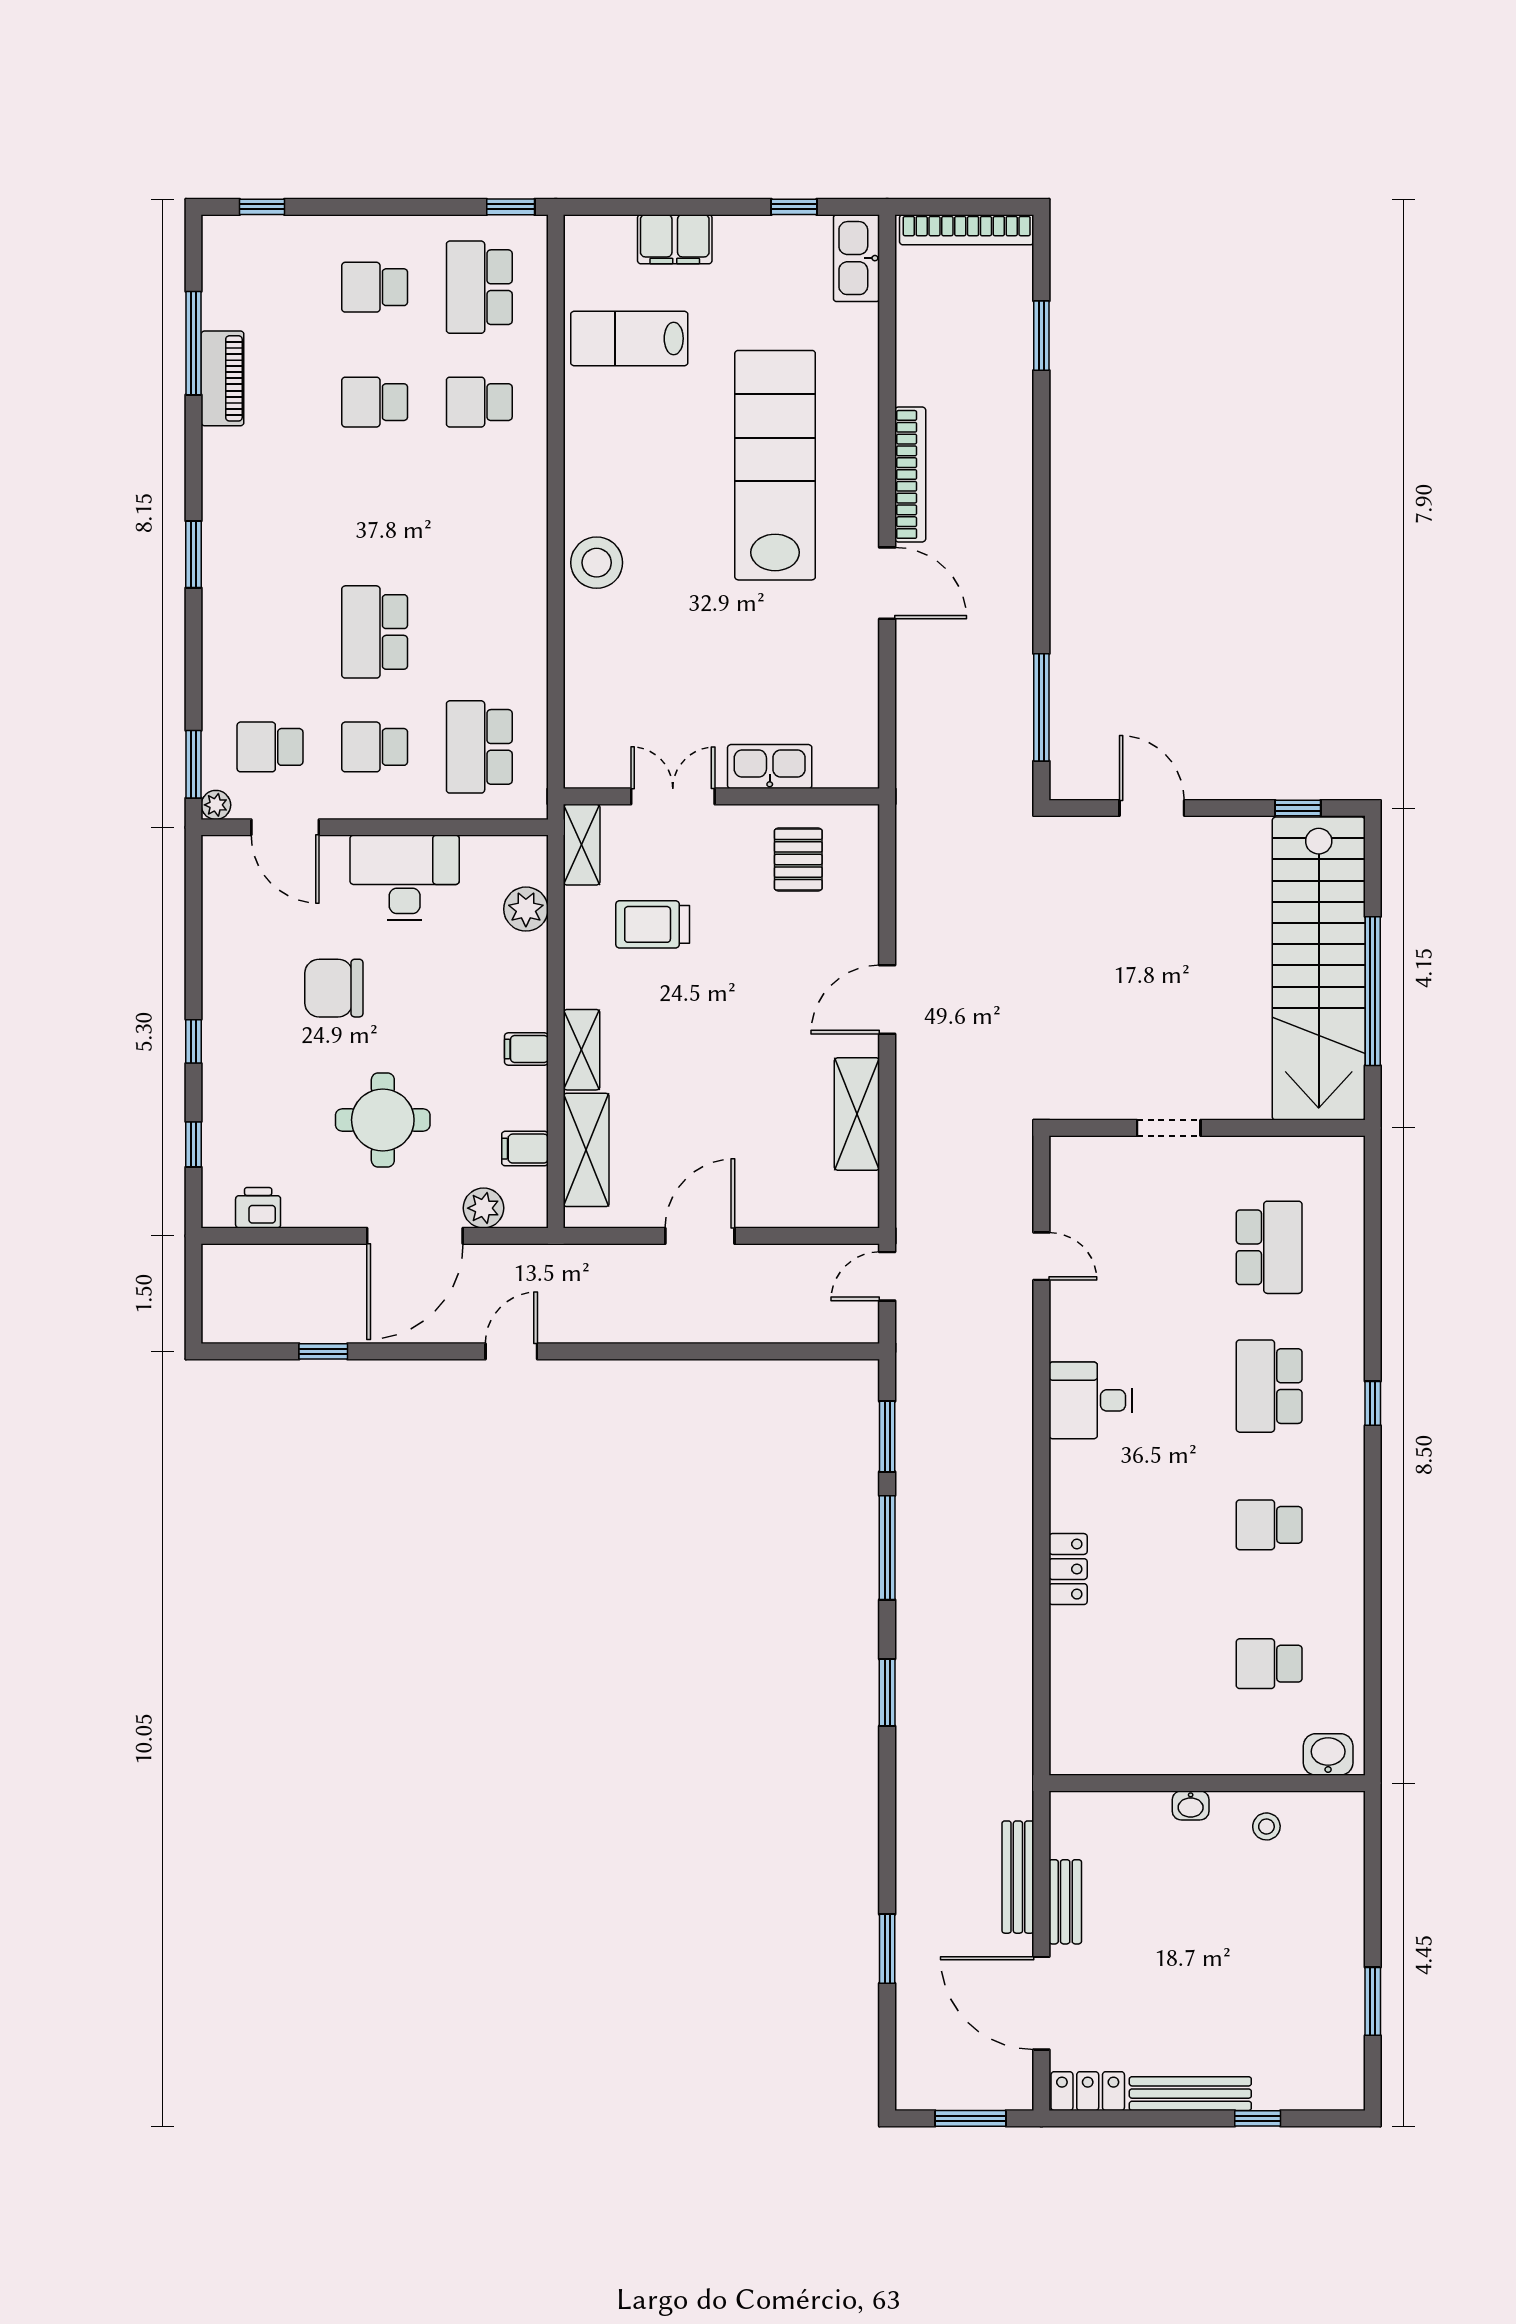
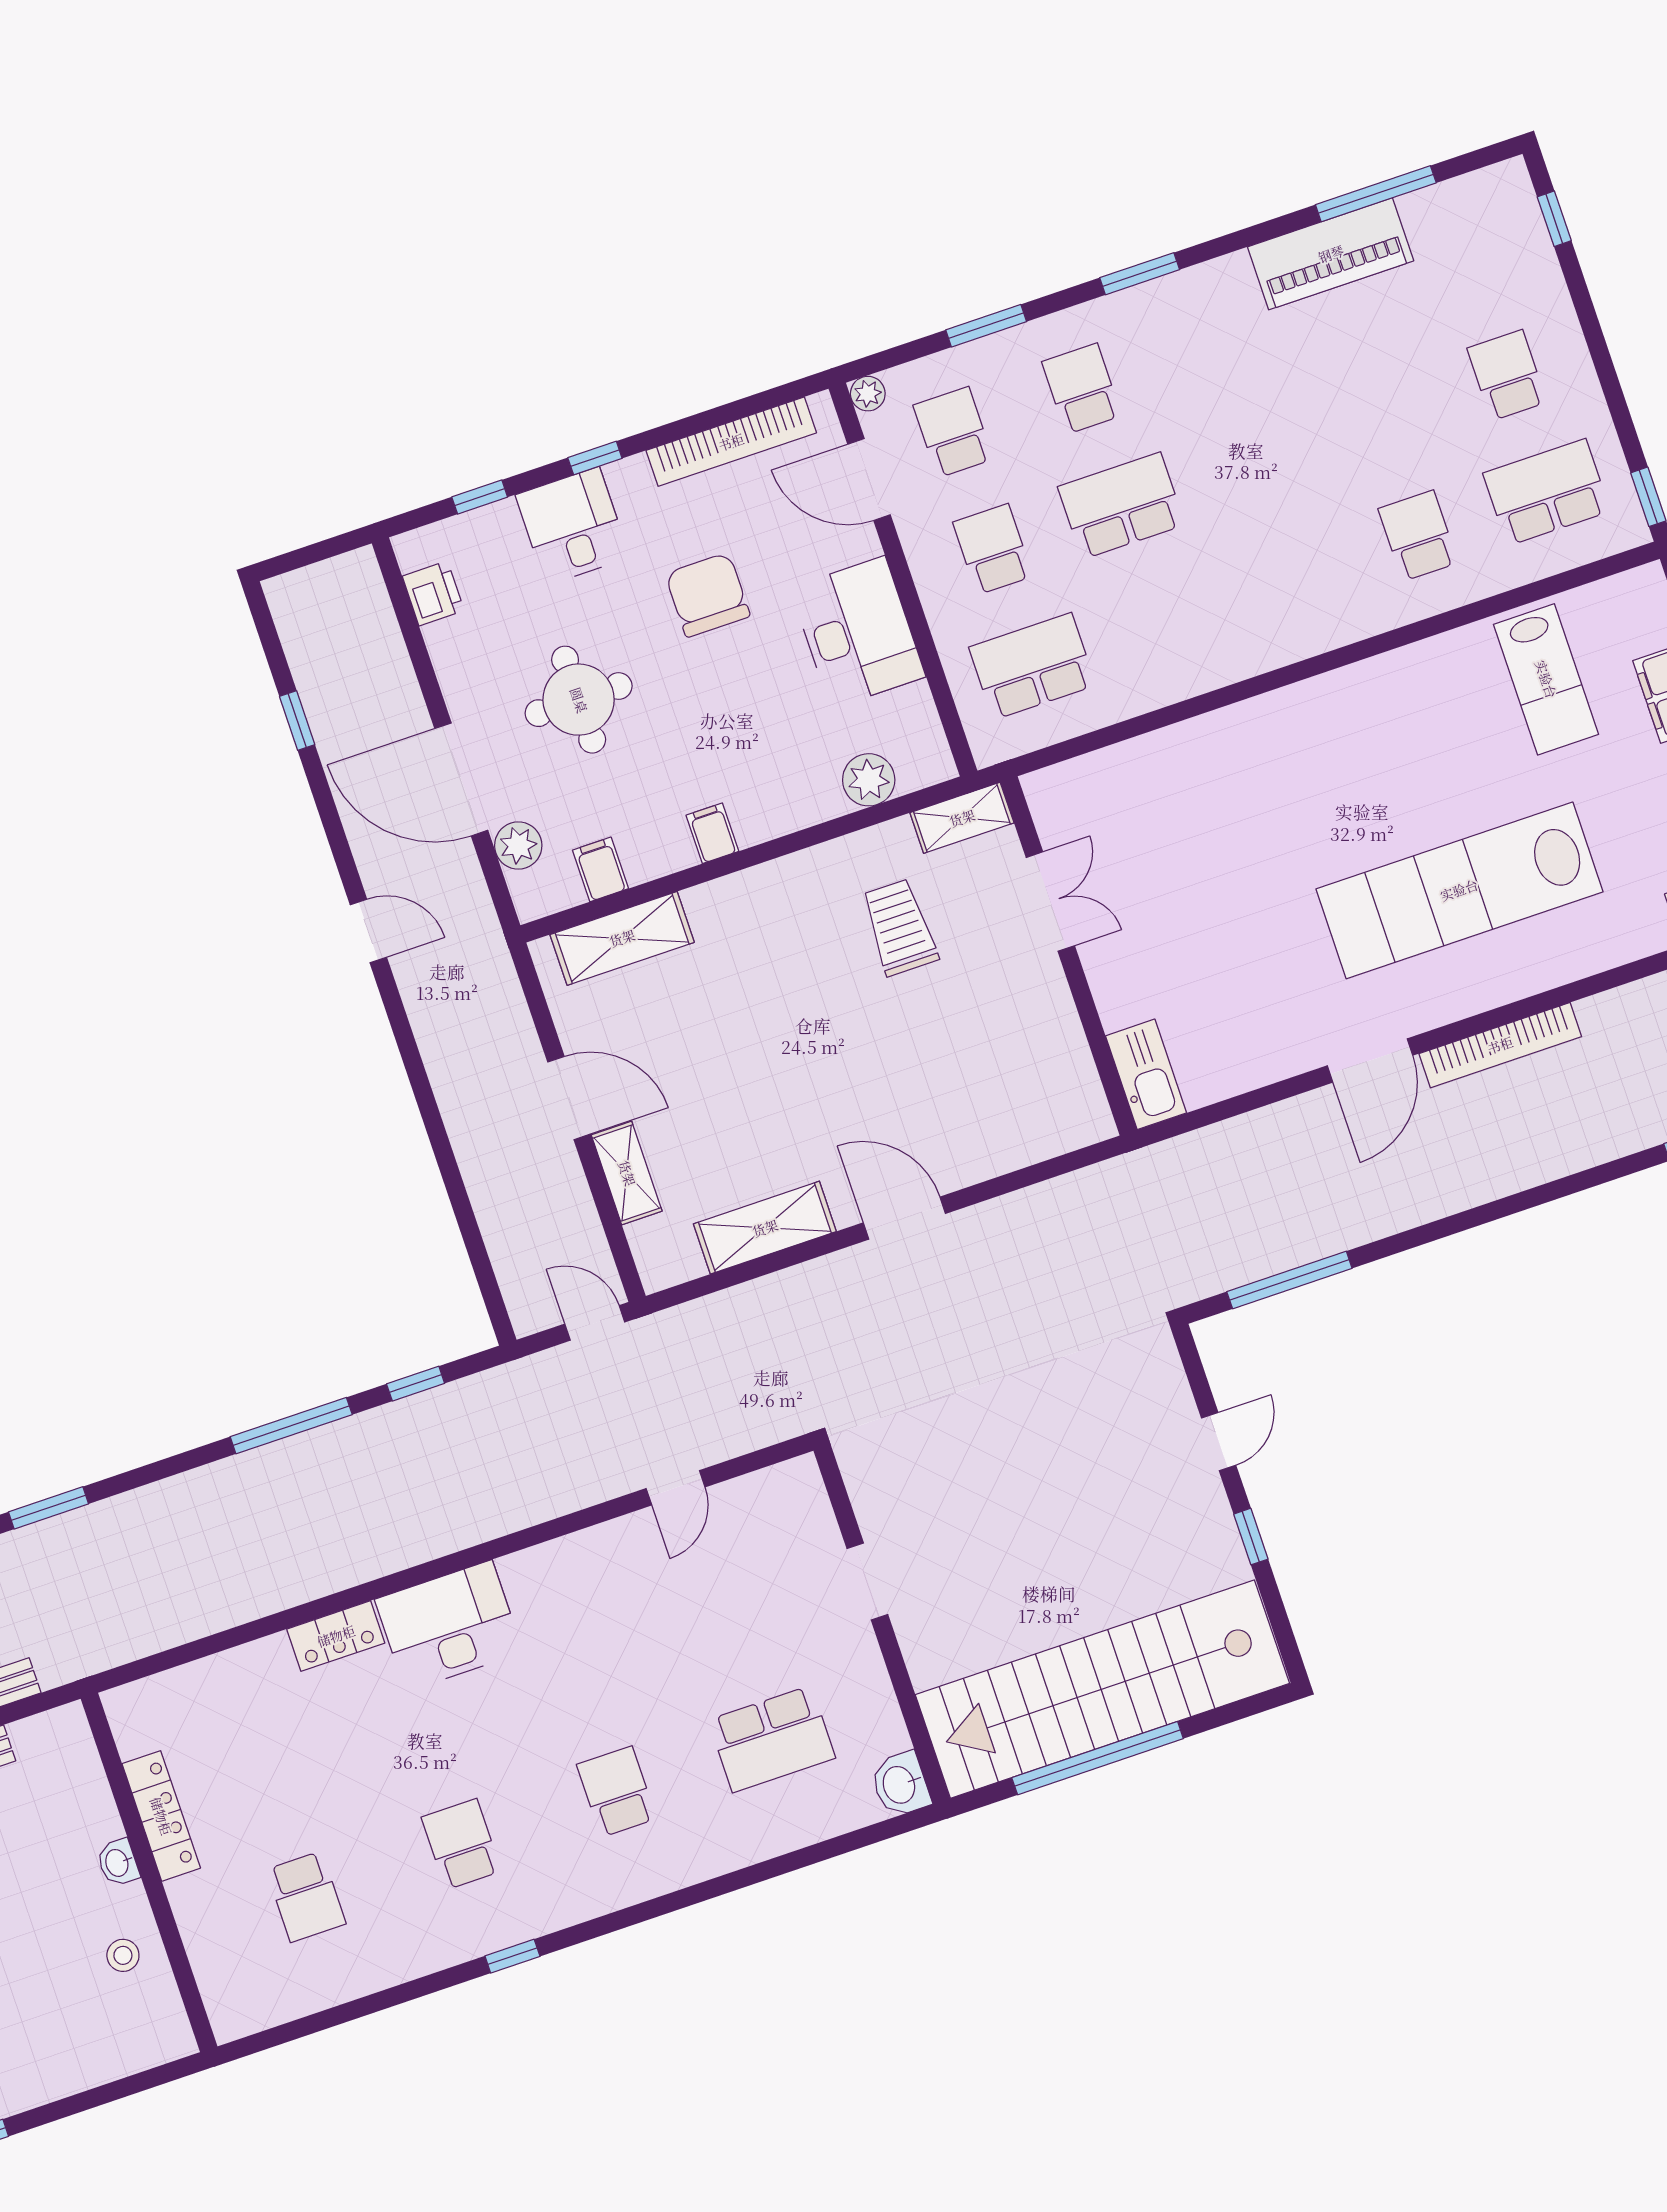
lab bench: (629, 338) -> (1546, 679), turned 180
piano: (222, 378) -> (1331, 254), width x1.37, depth x1.33
school desk: (375, 402) -> (1082, 389), moved
lab bench: (775, 465) -> (1459, 890), turned 180
stool: (597, 563) -> (1283, 728), removed
window: (194, 764) -> (986, 326), moved
kitchen sink: (770, 767) -> (1146, 1074), moved
door: (1152, 808) -> (1219, 1442), width x0.73
window: (1298, 808) -> (1251, 1537), moved
door: (285, 827) -> (869, 479), hinge flipped
pallet: (798, 860) -> (1027, 1066), removed
bookcase: (217, 928) -> (731, 442), added
shelving: (582, 1050) -> (627, 1173), moved, turned 90
desk: (242, 1078) -> (573, 526), added
school desk: (1269, 1386) -> (617, 1792), width x0.54
desk: (1091, 1400) -> (449, 1626), moved, width x1.37
window: (1373, 1403) -> (512, 1956), moved
window: (887, 1436) -> (416, 1384), width x0.67
school desk: (1269, 1664) -> (306, 1897), turned 180
window: (887, 1692) -> (49, 1508), moved
washbasin: (1328, 1754) -> (900, 1784), moved, turned 180
locker: (1165, 1758) -> (161, 1816), added

